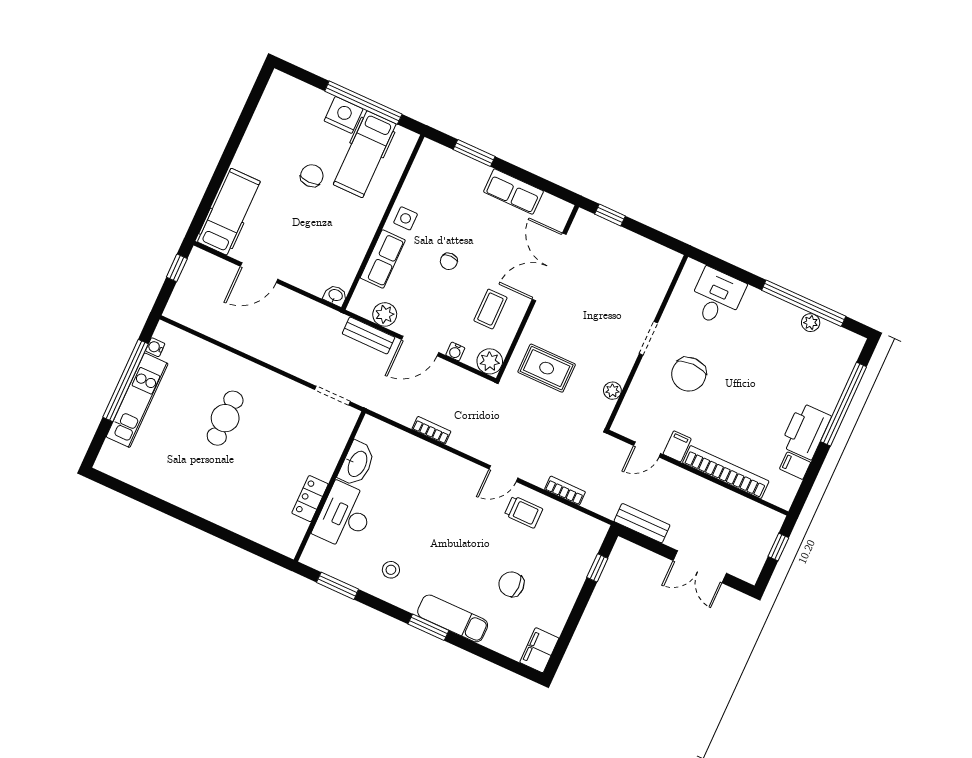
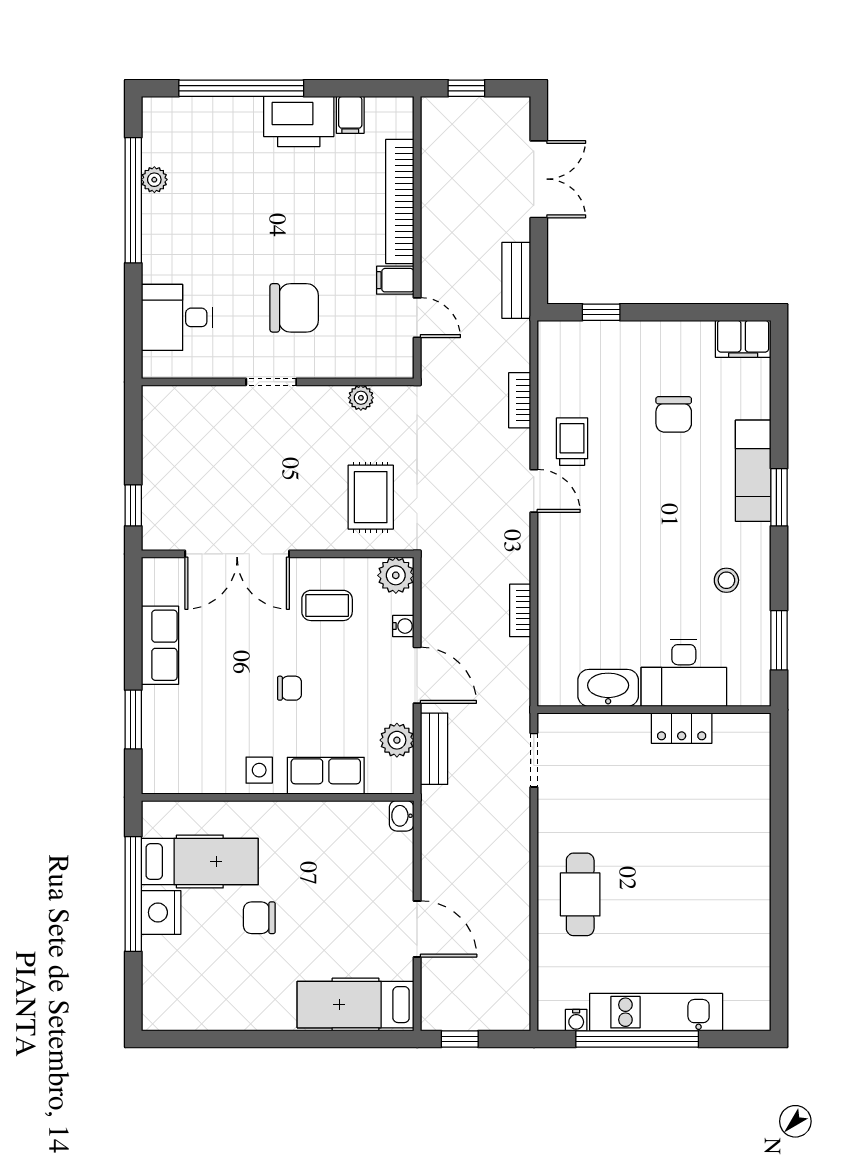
cafe table: (225, 418) -> (580, 894), moved, turned 90

